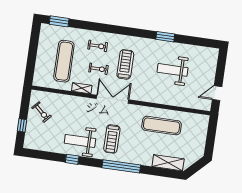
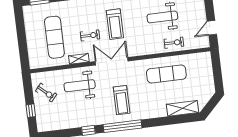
exercise bike: (98, 46) -> (174, 43), moved
treadmill: (125, 64) -> (115, 24), turned 180
weight bench: (80, 141) -> (80, 86), moved
window: (121, 166) -> (123, 126), moved

